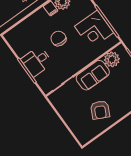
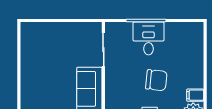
armchair: (100, 110) -> (46, 70), removed

